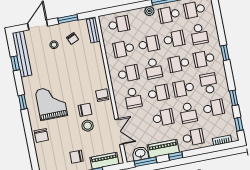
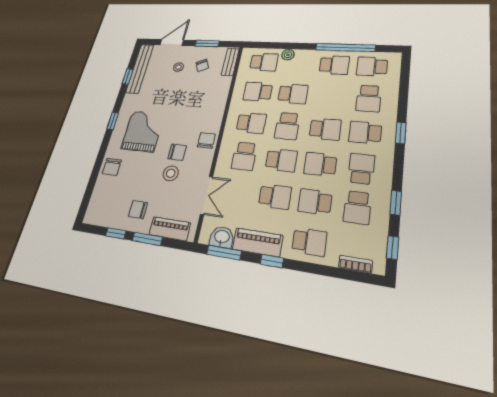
plant: (149, 11) -> (288, 55), moved
school desk: (169, 14) -> (334, 65), turned 180
school desk: (174, 39) -> (330, 96), removed
school desk: (179, 64) -> (325, 129), turned 180
school desk: (214, 108) -> (357, 207), turned 90
school desk: (188, 113) -> (315, 202), turned 90

